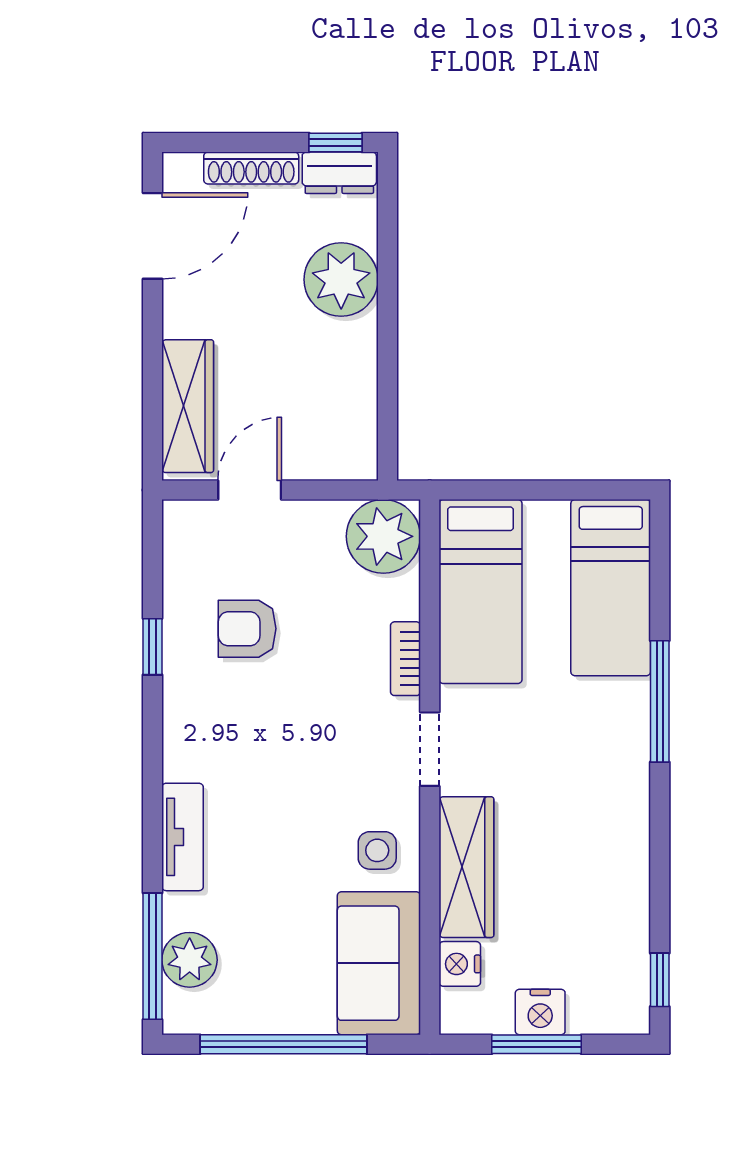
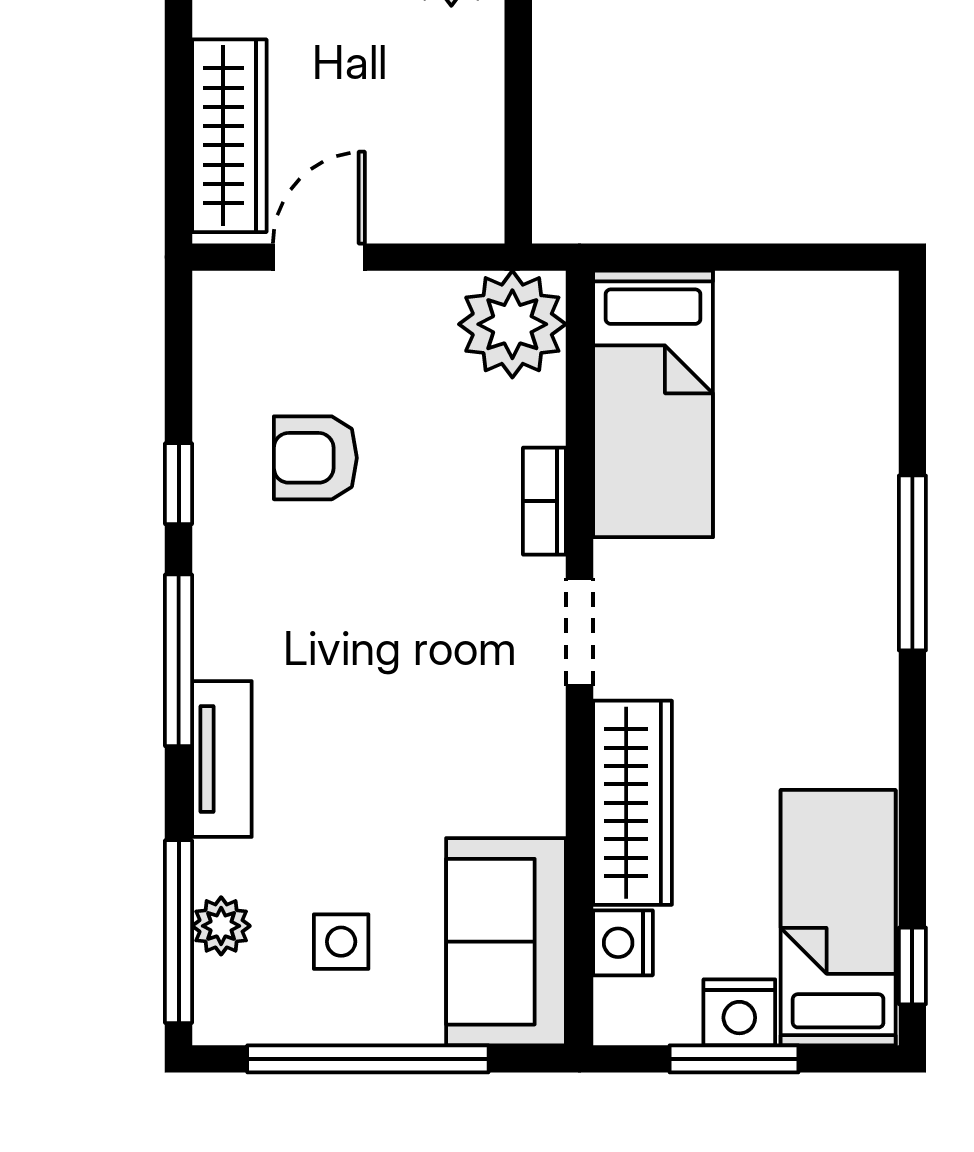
bed: (611, 588) -> (838, 918), moved, turned 180
window: (153, 769) -> (179, 660), added
side table: (377, 850) -> (341, 942), moved
plant: (190, 960) -> (221, 926), width x0.73, depth x0.73

